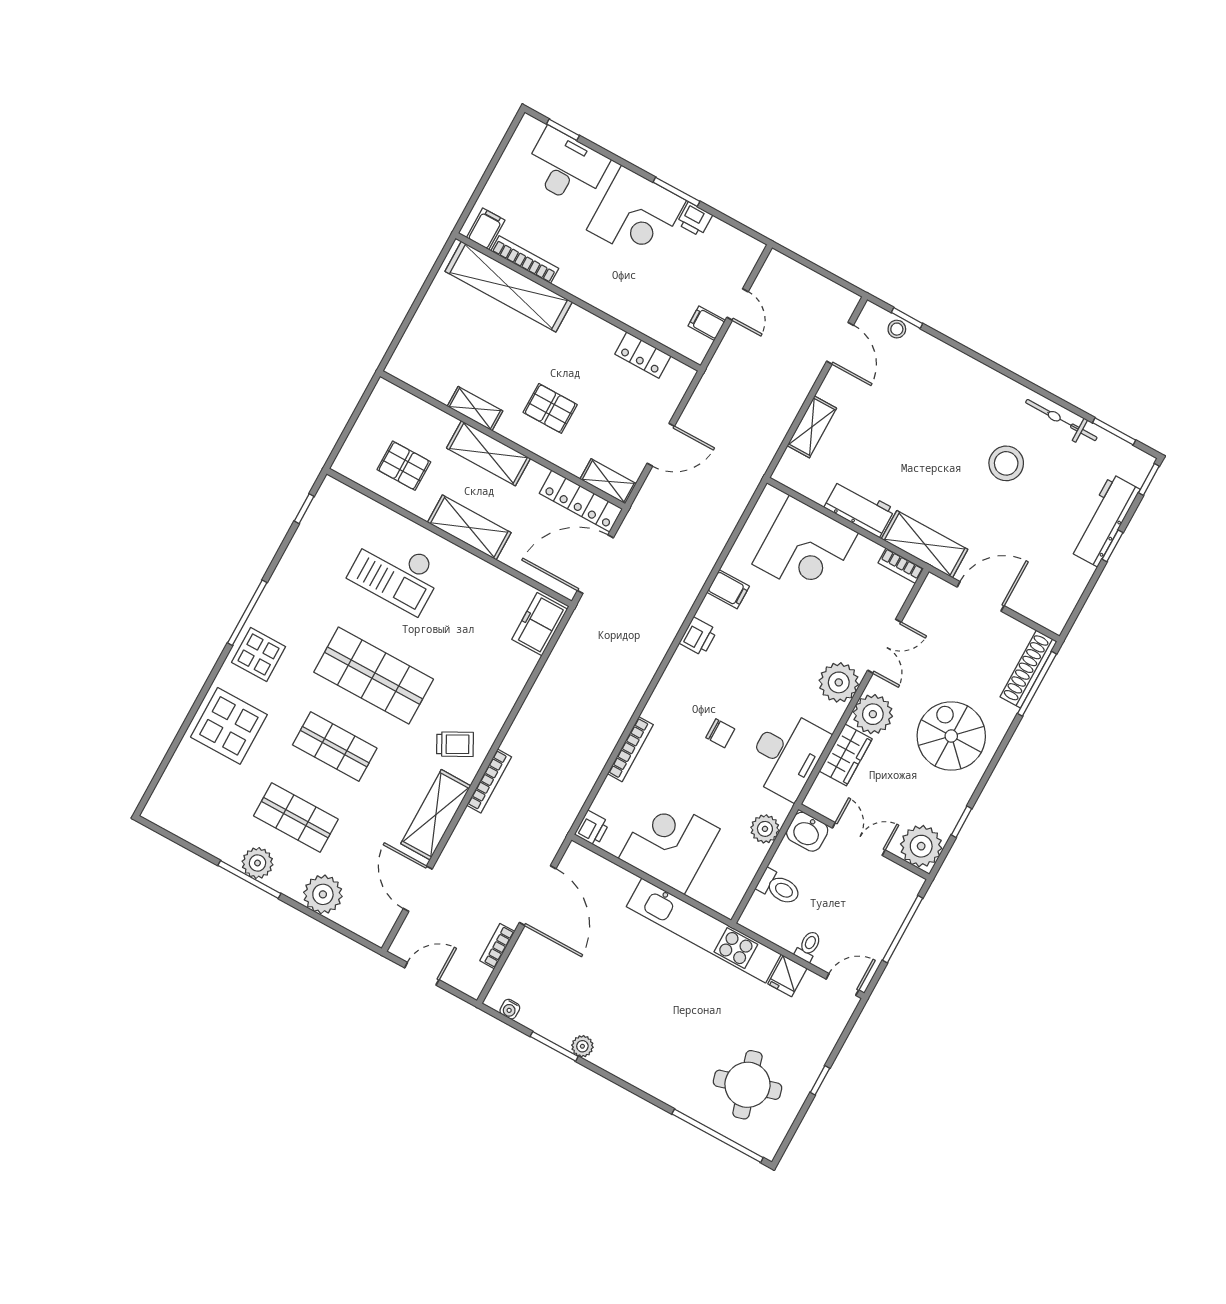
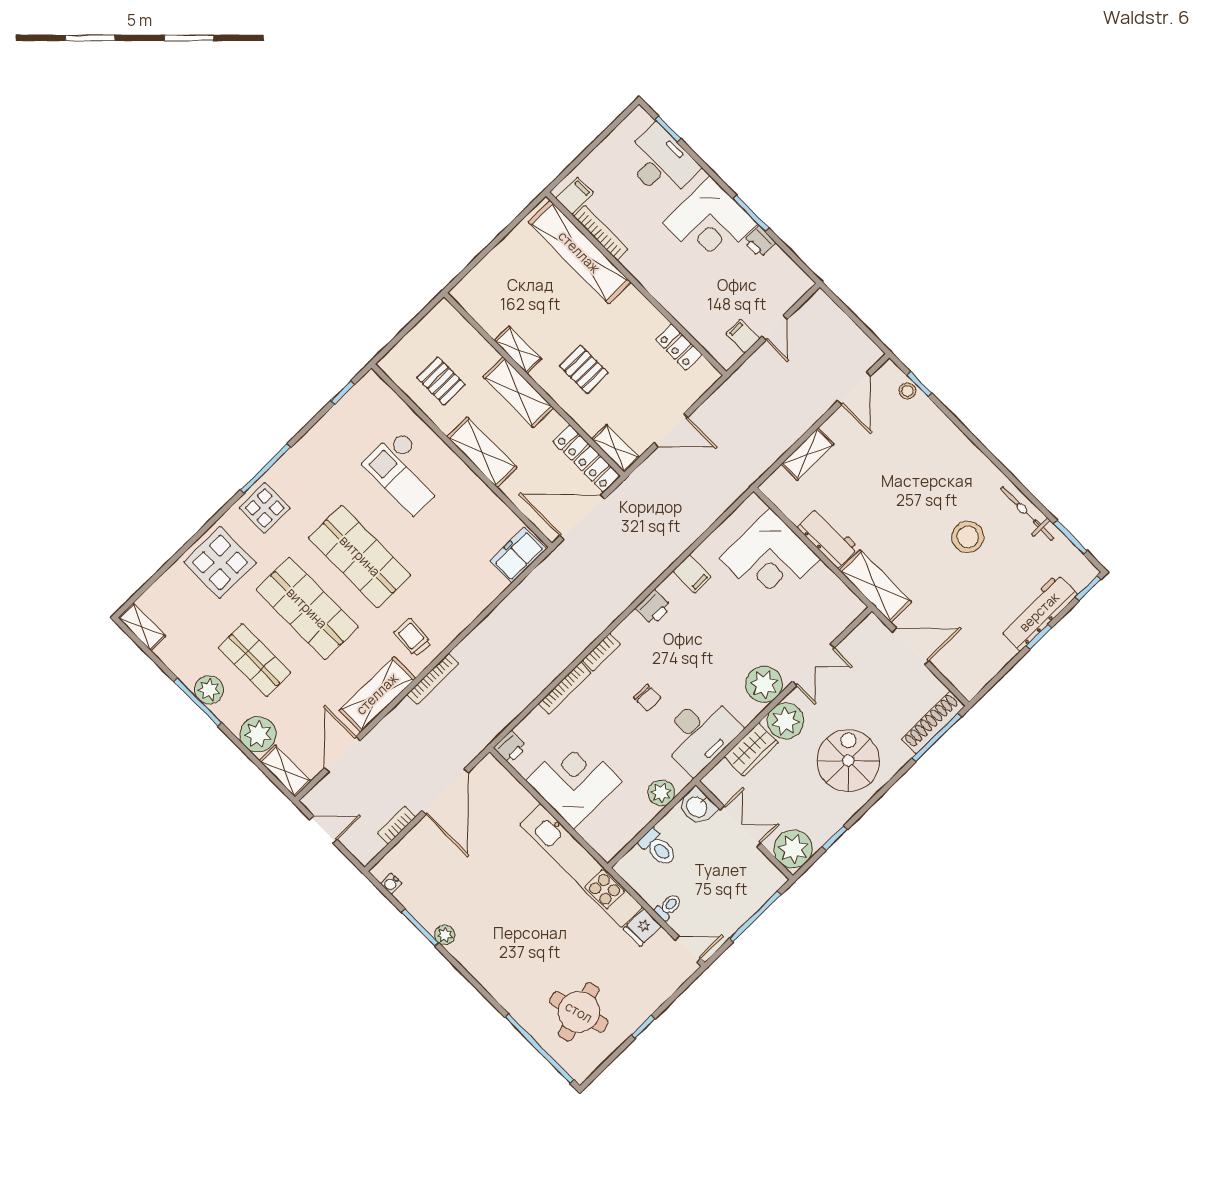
bookcase: (901, 566) -> (601, 652), moved, turned -90
trolley: (455, 744) -> (413, 638), turned -148
shop shelf: (335, 747) -> (307, 608), width x1.43, depth x1.36
shelving: (167, 818) -> (142, 627), added
shelving: (363, 924) -> (285, 771), added

